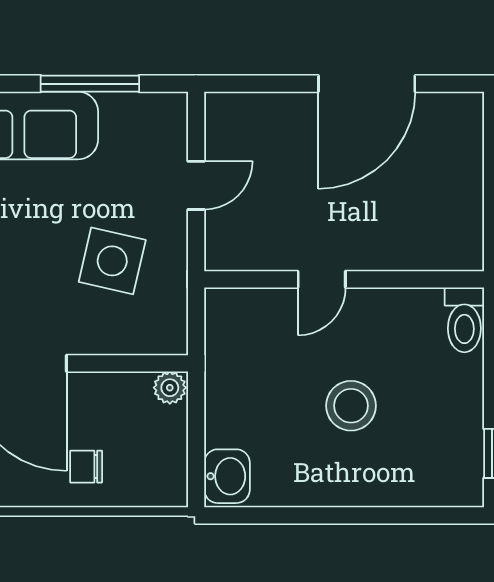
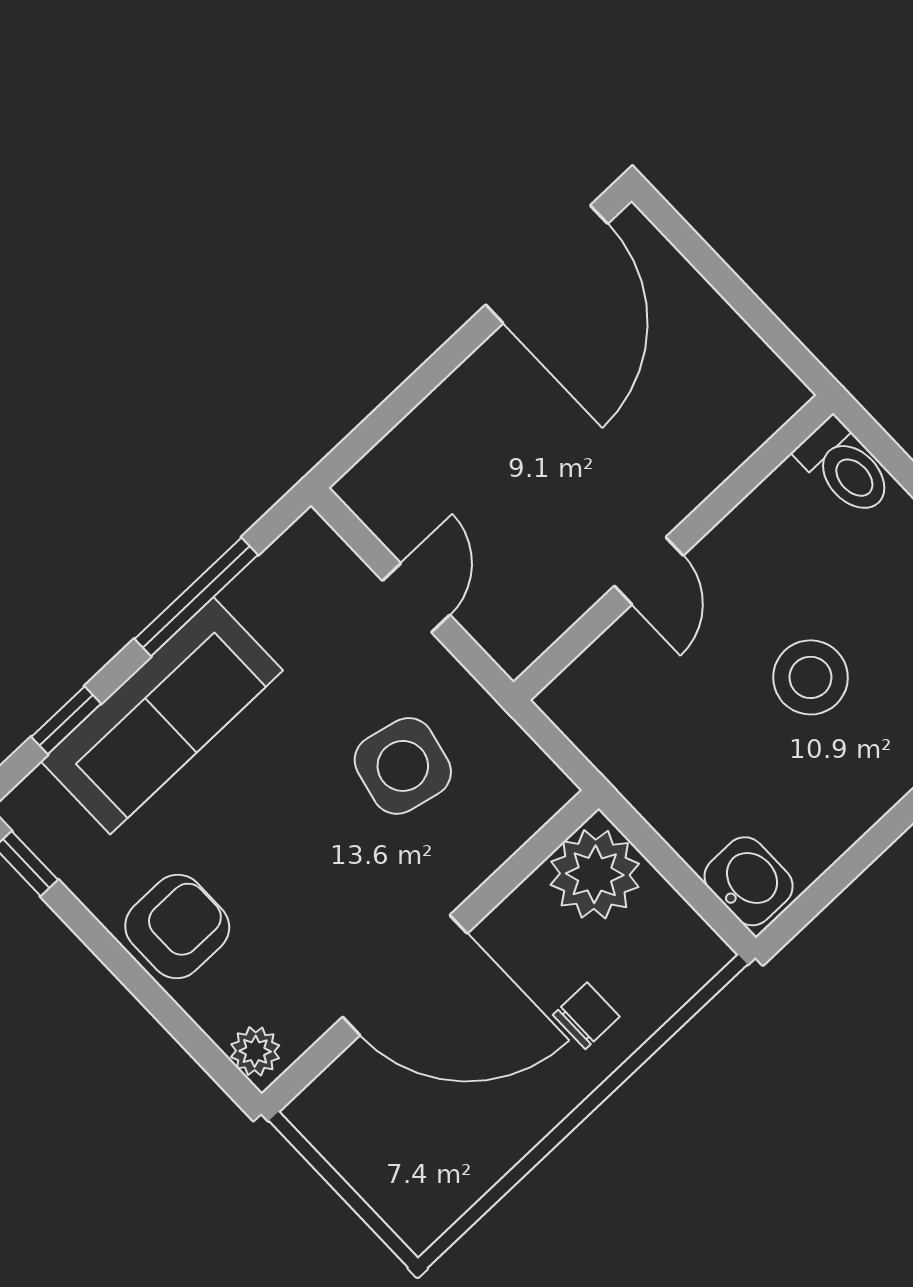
door: (367, 84) -> (547, 264), moved
plant: (170, 388) -> (595, 874), width x1.88, depth x1.88
chair: (86, 467) -> (586, 1016), turned 180

